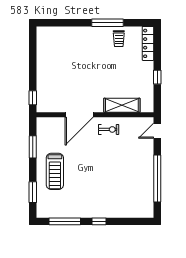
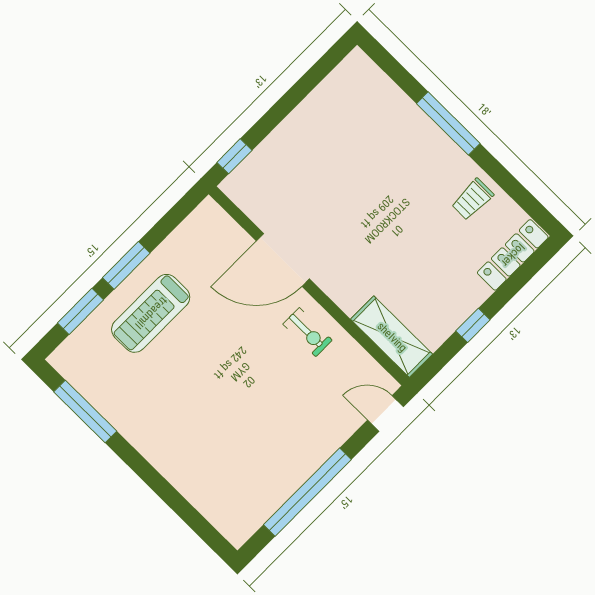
window: (108, 23) -> (448, 123), moved
shelving: (122, 105) -> (392, 337), moved
window: (33, 147) -> (126, 265), moved
window: (99, 221) -> (142, 467), removed

